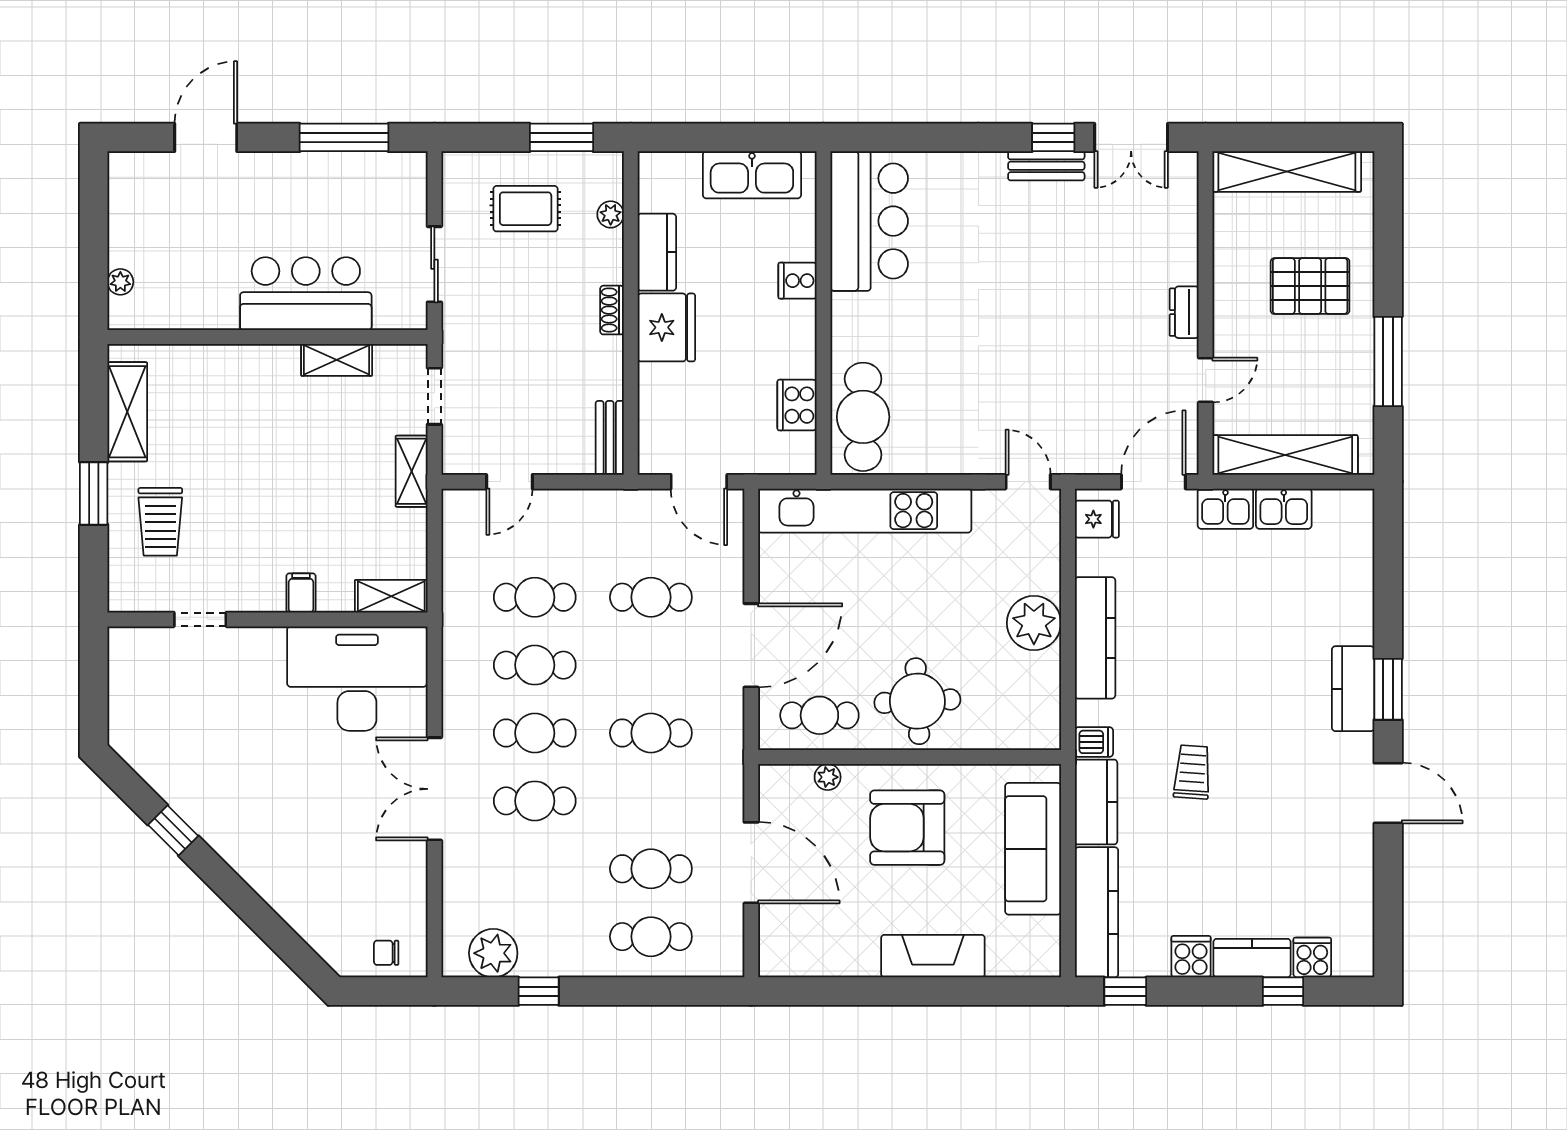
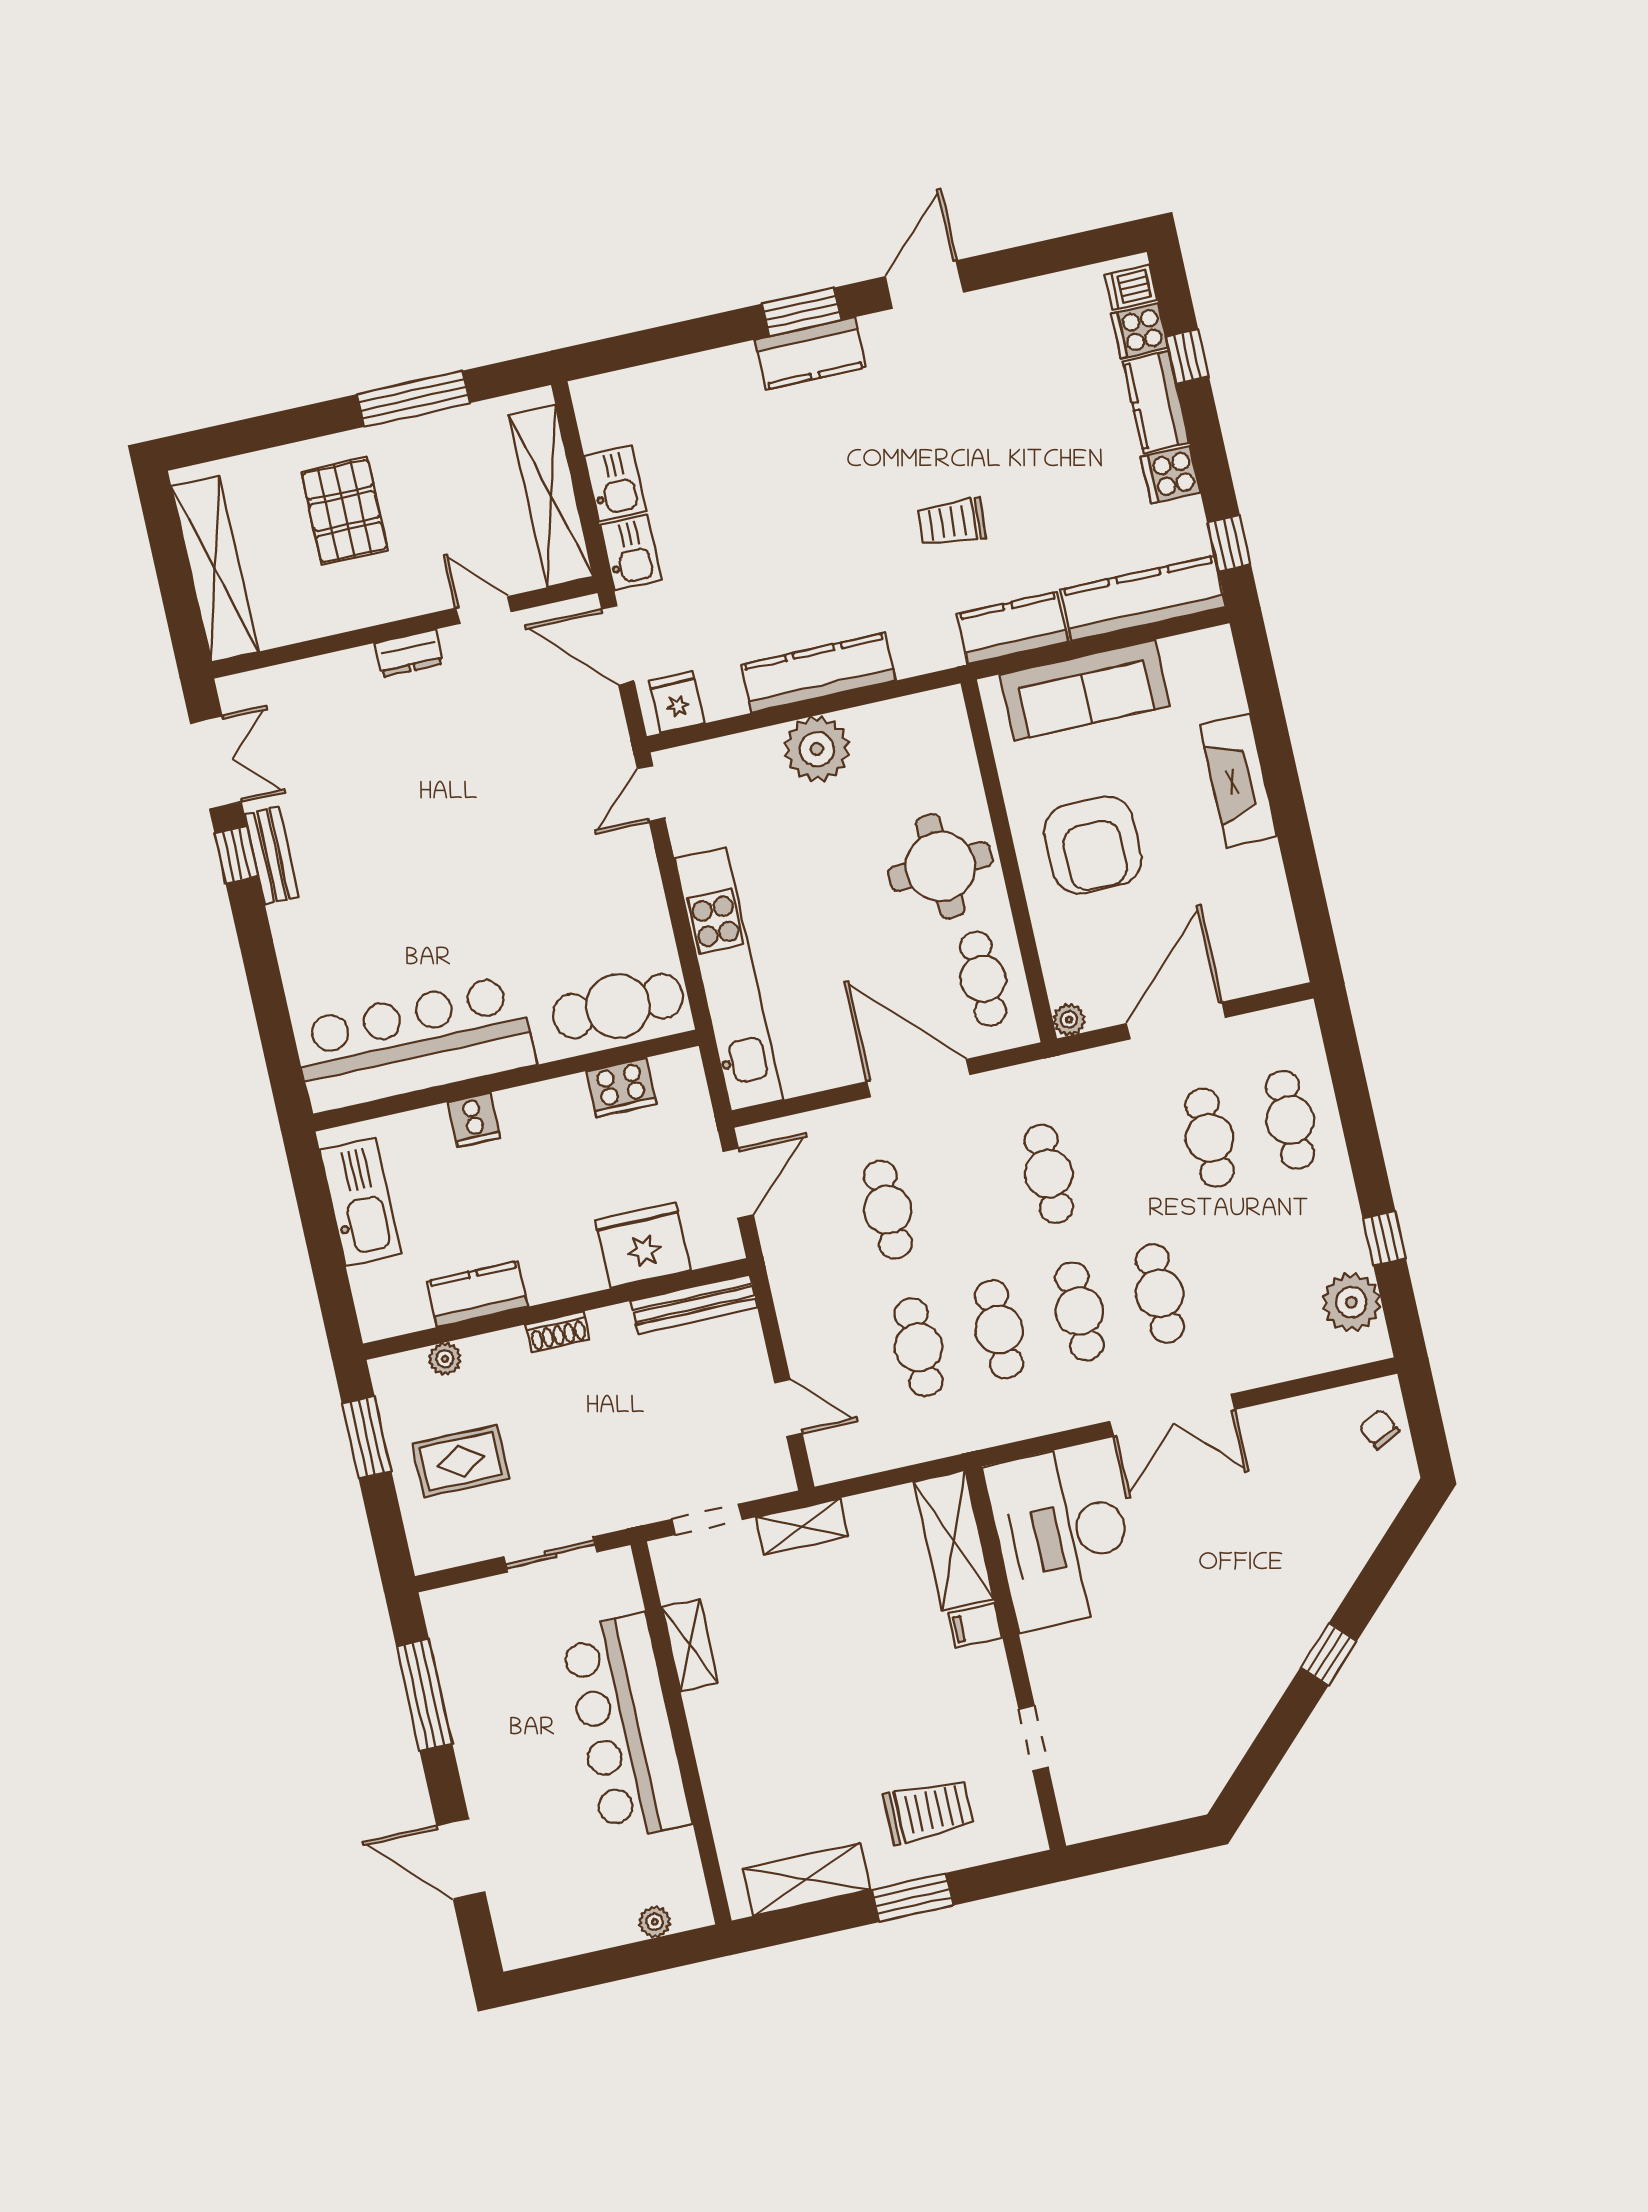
rug: (526, 209) -> (461, 1461), turned 90
bar counter: (869, 221) -> (414, 1044), width x1.36
bar counter: (306, 294) -> (626, 1727), width x1.36
fridge: (666, 327) -> (643, 1245), moved
bench: (610, 438) -> (694, 1304), width x1.36
shelving: (391, 596) -> (954, 1541), width x1.50, depth x1.33
dishwasher: (1094, 742) -> (1131, 287), moved, turned -90
plant: (828, 777) -> (1069, 1020), moved
window: (173, 830) -> (1329, 1654), moved
chair: (386, 953) -> (1379, 1429), turned 153

